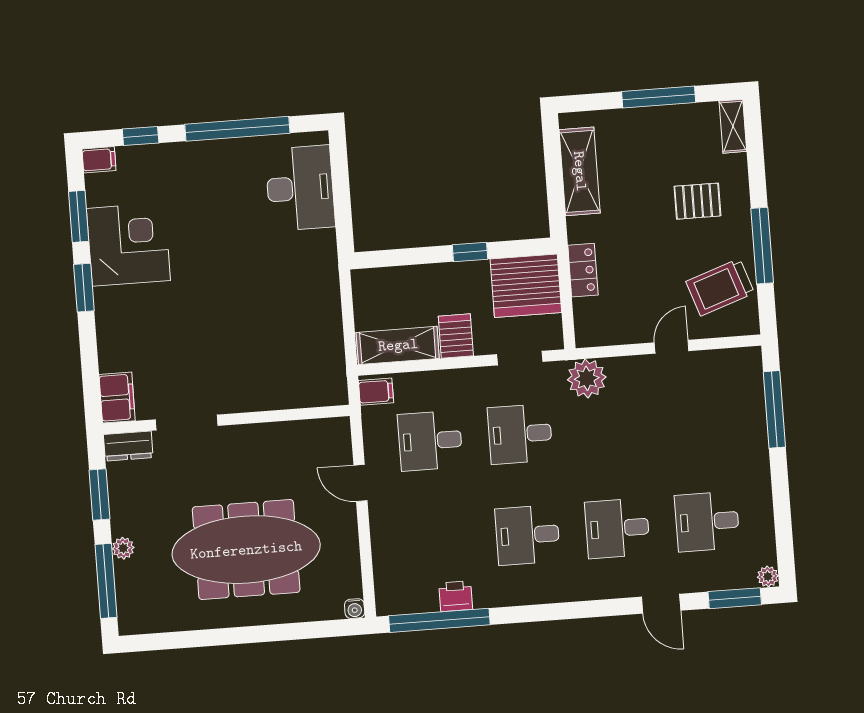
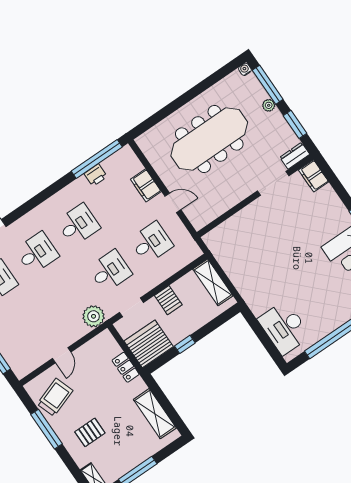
shelving: (398, 345) -> (213, 282), moved, turned 90
filing cabinet: (376, 392) -> (146, 185), moved, width x2.00
water cooler: (355, 609) -> (245, 69), moved

